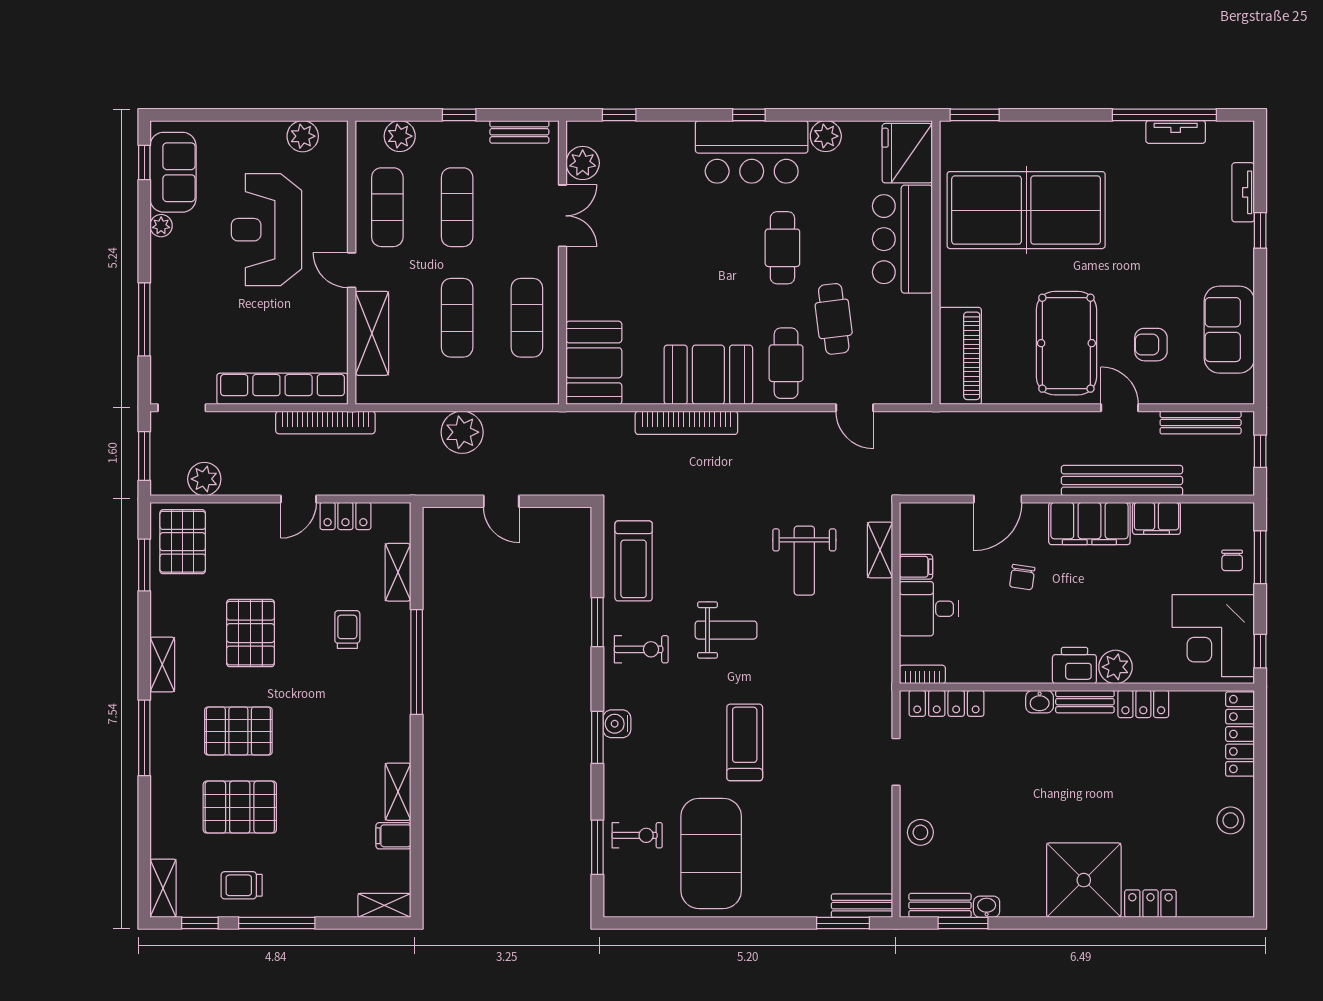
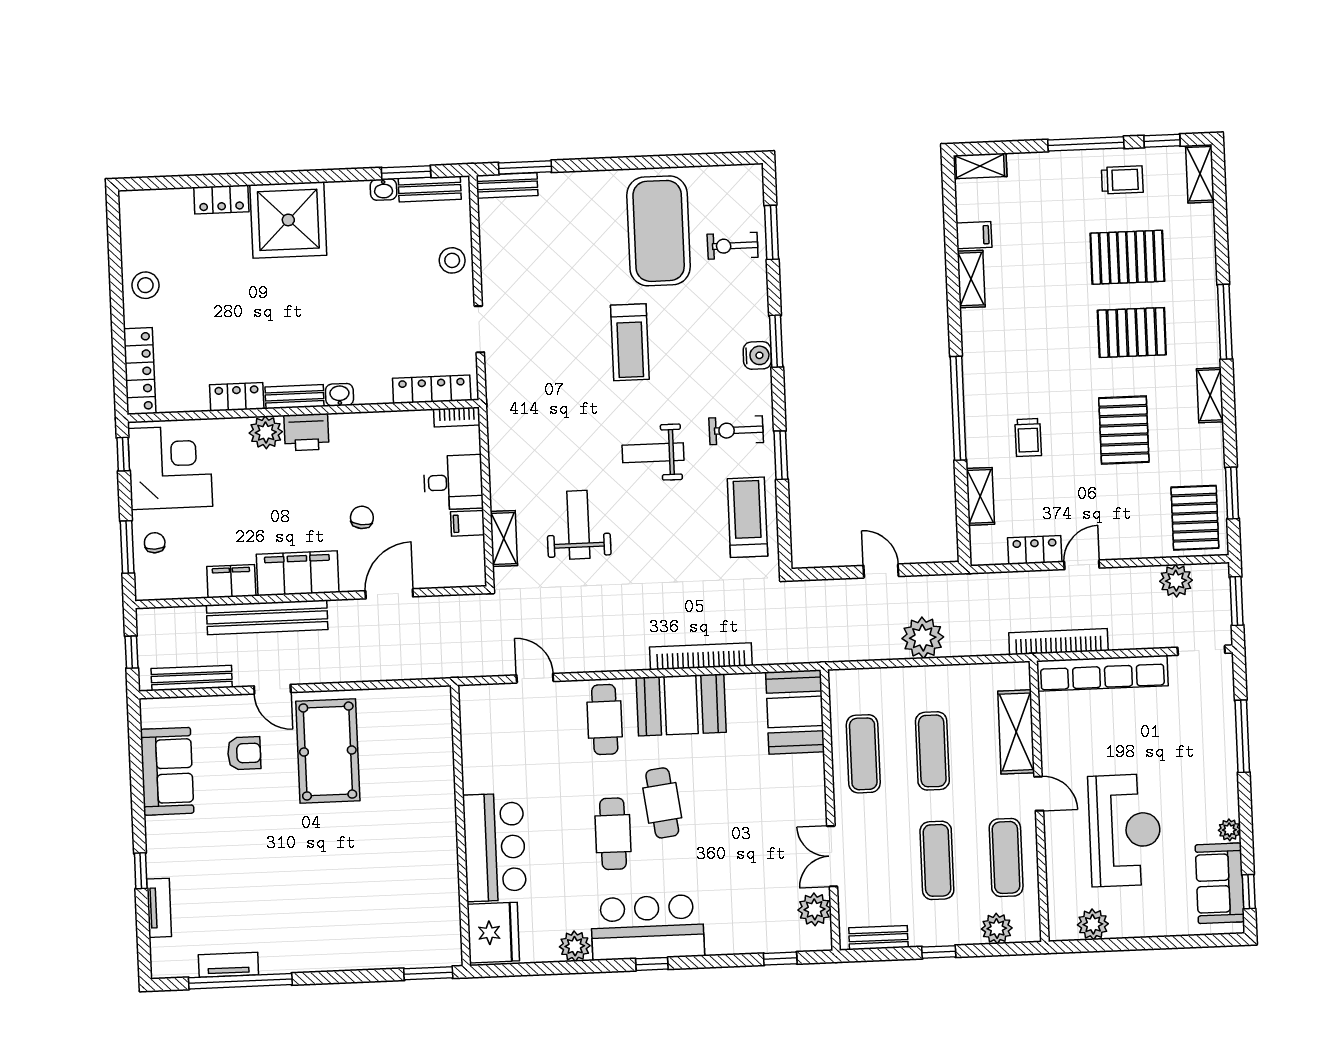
table tennis table: (1026, 210) -> (373, 881), removed
cafe table: (834, 319) -> (662, 803), moved
piano: (960, 356) -> (432, 734), removed

